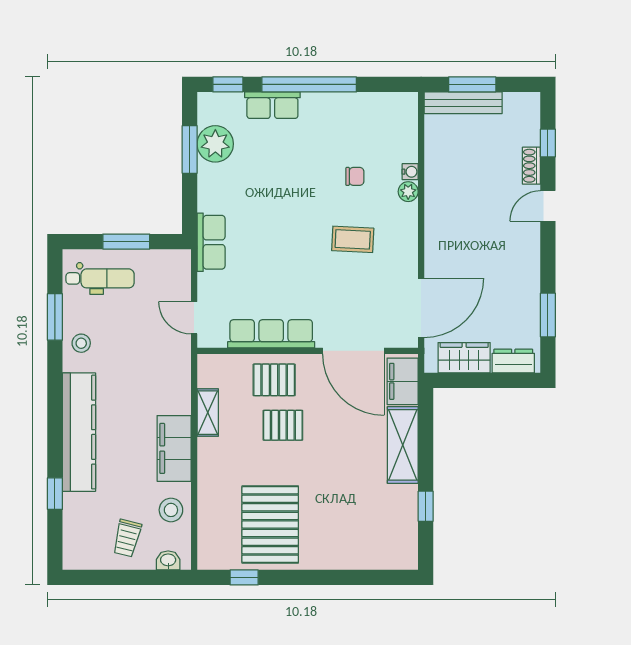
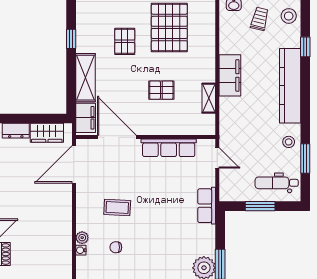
pallet: (274, 380) -> (125, 41), moved, turned 90
stool: (171, 510) -> (289, 16), moved

